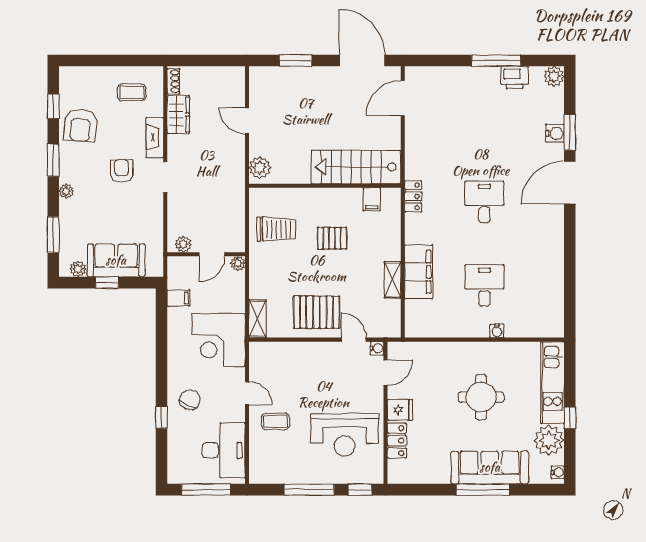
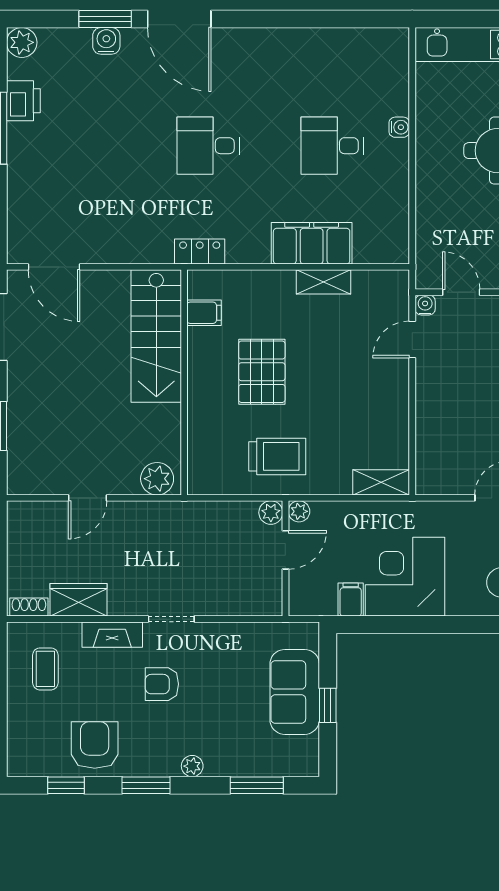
armchair: (80, 125) -> (95, 745), turned -95
trolley: (276, 229) -> (277, 456), moved, turned 90
pallet: (332, 238) -> (262, 372), width x1.50, depth x1.42
plant: (183, 244) -> (271, 513), moved
door: (212, 254) -> (285, 550), hinge flipped
plant: (78, 269) -> (307, 749), removed
pallet: (316, 312) -> (372, 395), removed
corner desk: (218, 340) -> (405, 577), moved, turned 180

